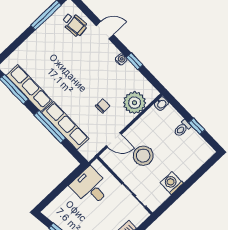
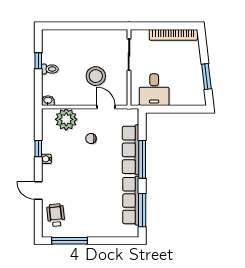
washing machine: (172, 183) -> (94, 38), removed

